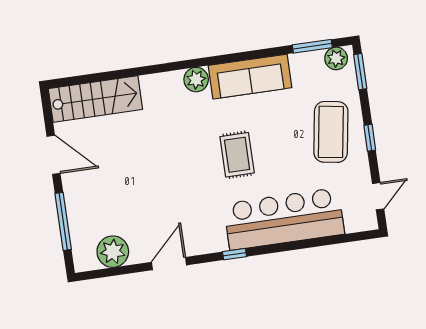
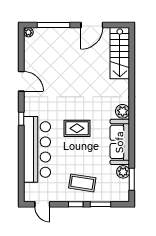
plant: (336, 58) -> (123, 172), moved
window: (360, 72) -> (101, 204), moved
coffee table: (331, 132) -> (82, 183), width x0.73, depth x0.76
plant: (113, 252) -> (28, 32), moved, width x0.53, depth x0.53

